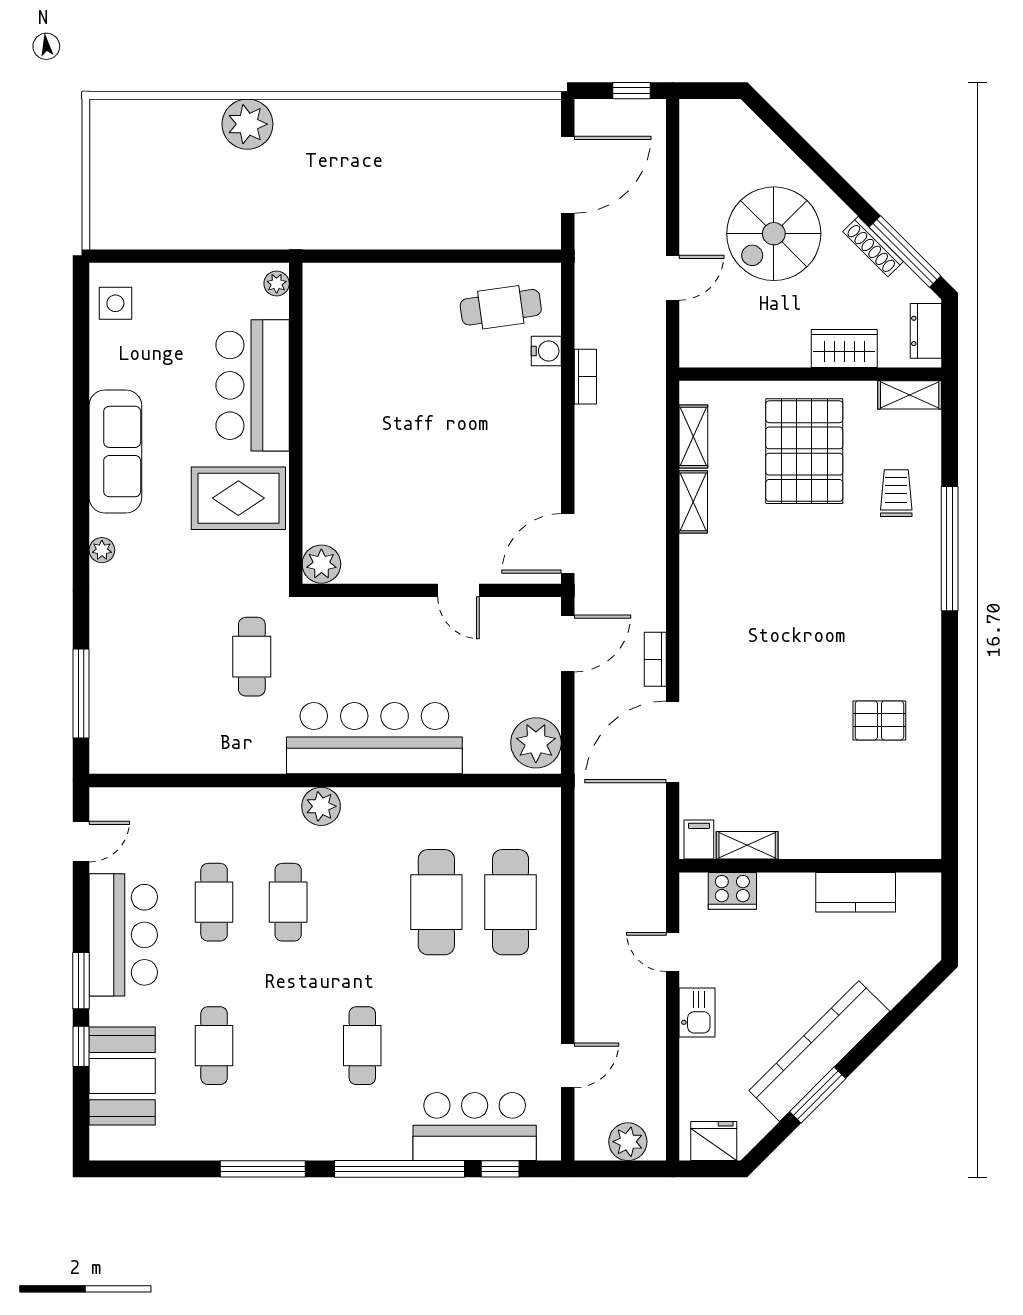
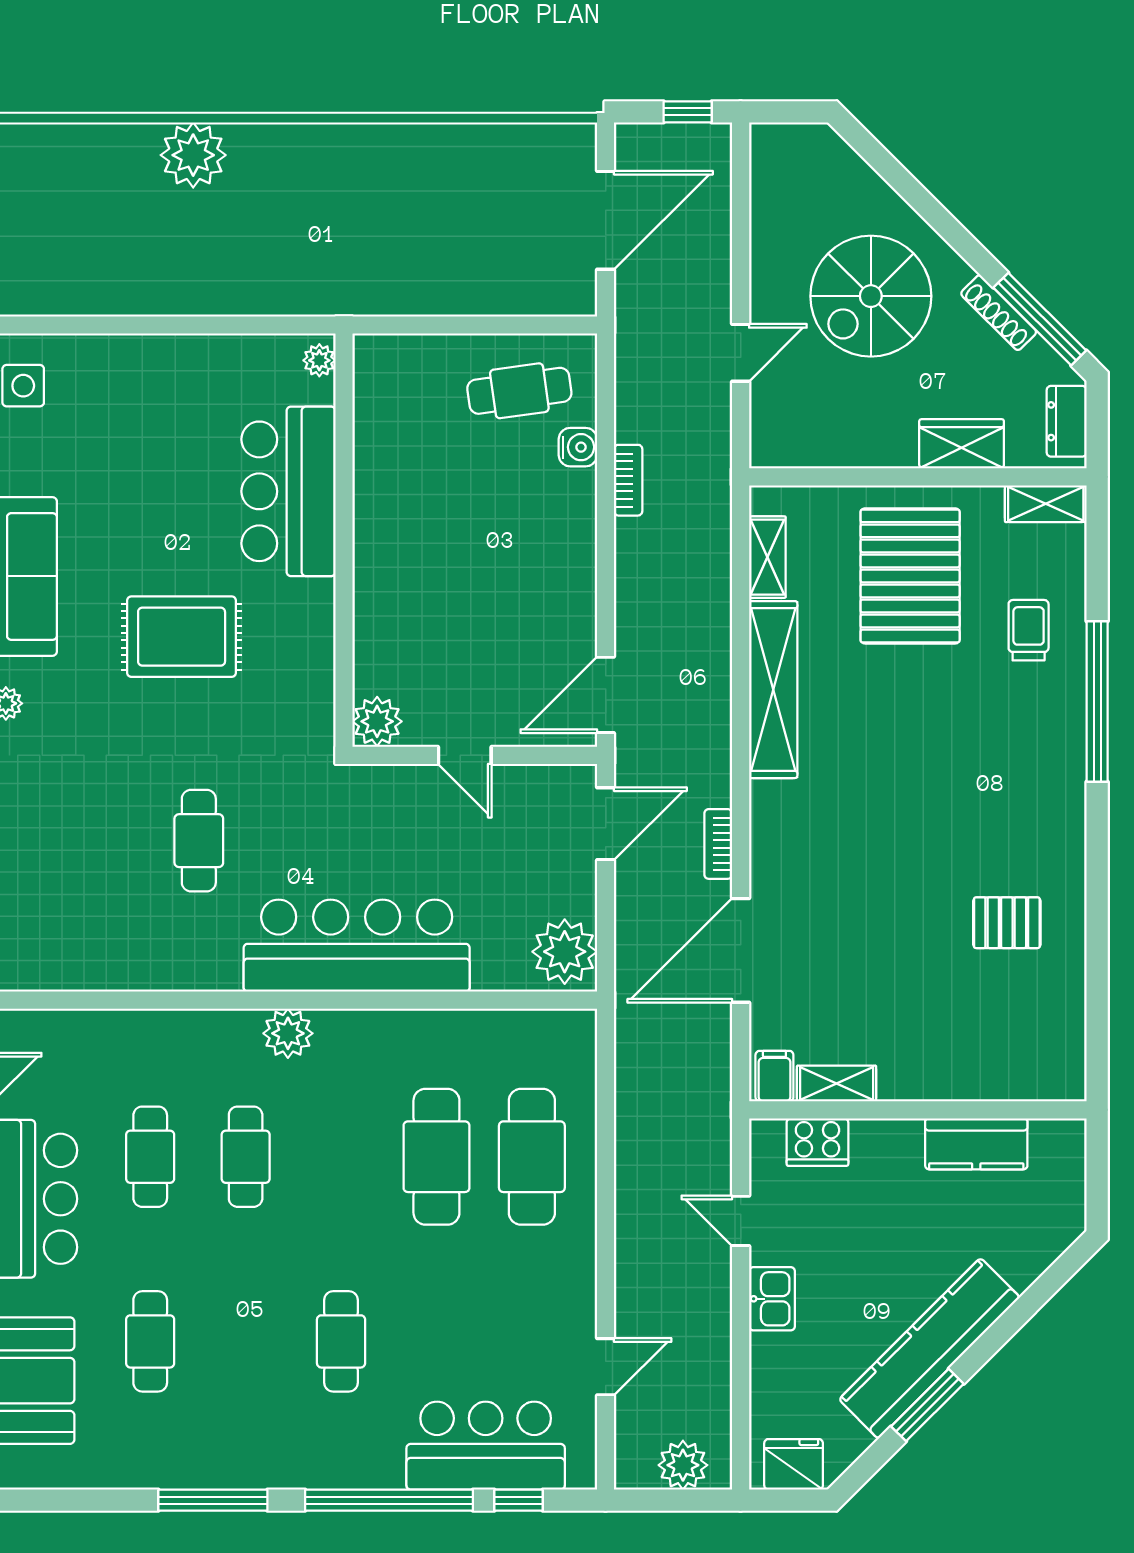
plant: (277, 284) -> (319, 360), moved
bar counter: (253, 385) -> (288, 491), moved
wall: (296, 423) -> (344, 540), moved
shelving: (693, 502) -> (773, 690), width x2.20, depth x1.33
plant: (321, 564) -> (377, 721), moved

